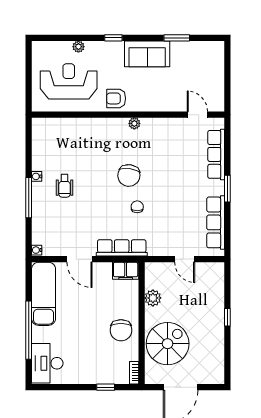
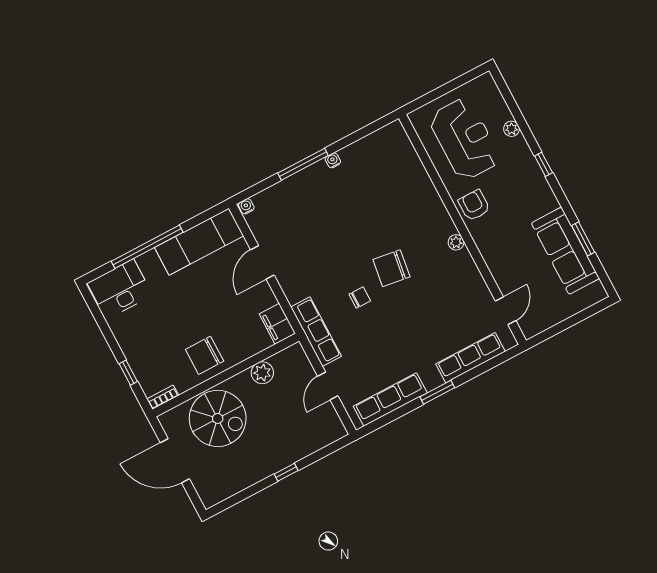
sofa: (147, 54) -> (565, 251), moved, width x1.36
wheelchair: (65, 186) -> (339, 199), removed
row of seats: (122, 248) -> (316, 332), moved

